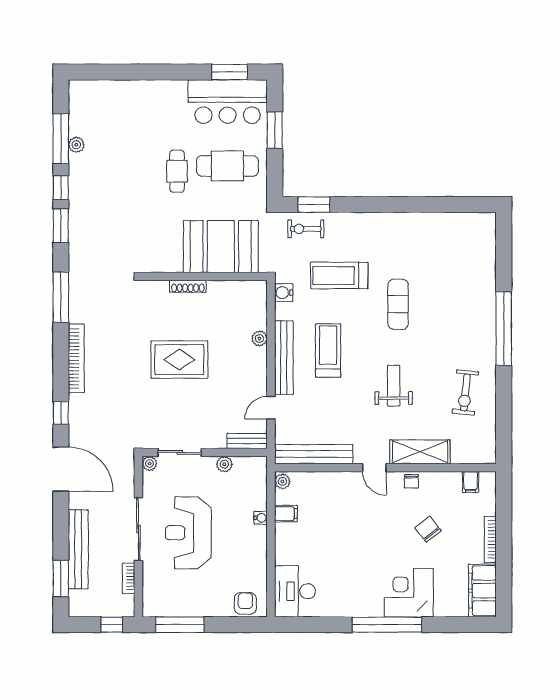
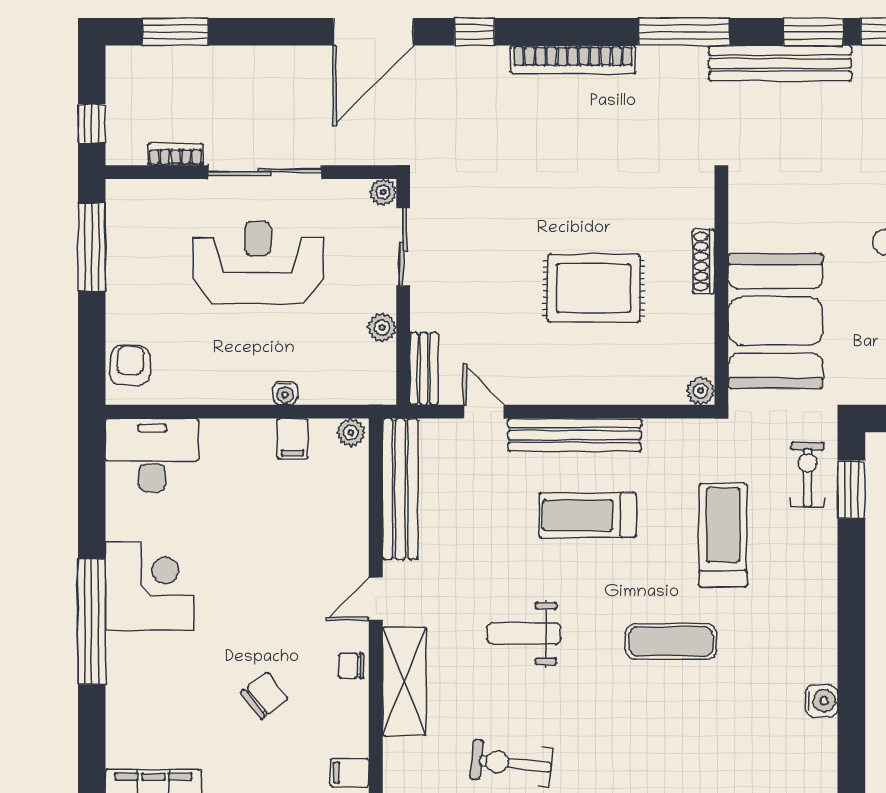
water cooler: (284, 293) -> (821, 701), moved, turned 90
plant: (259, 338) -> (701, 391), moved
treadmill: (328, 350) -> (587, 515), turned 180
rug: (179, 360) -> (594, 288), moved, turned 90
weight bench: (394, 386) -> (524, 634), turned 180
bench: (78, 549) -> (780, 63), moved
corner desk: (409, 593) -> (149, 586), moved
armchair: (245, 603) -> (130, 365), turned -87

